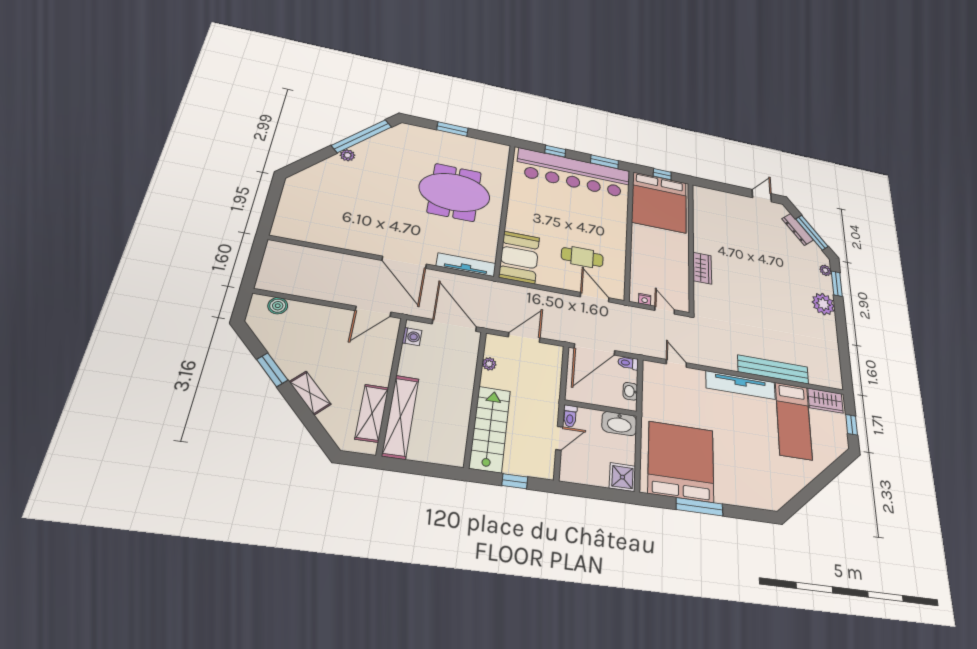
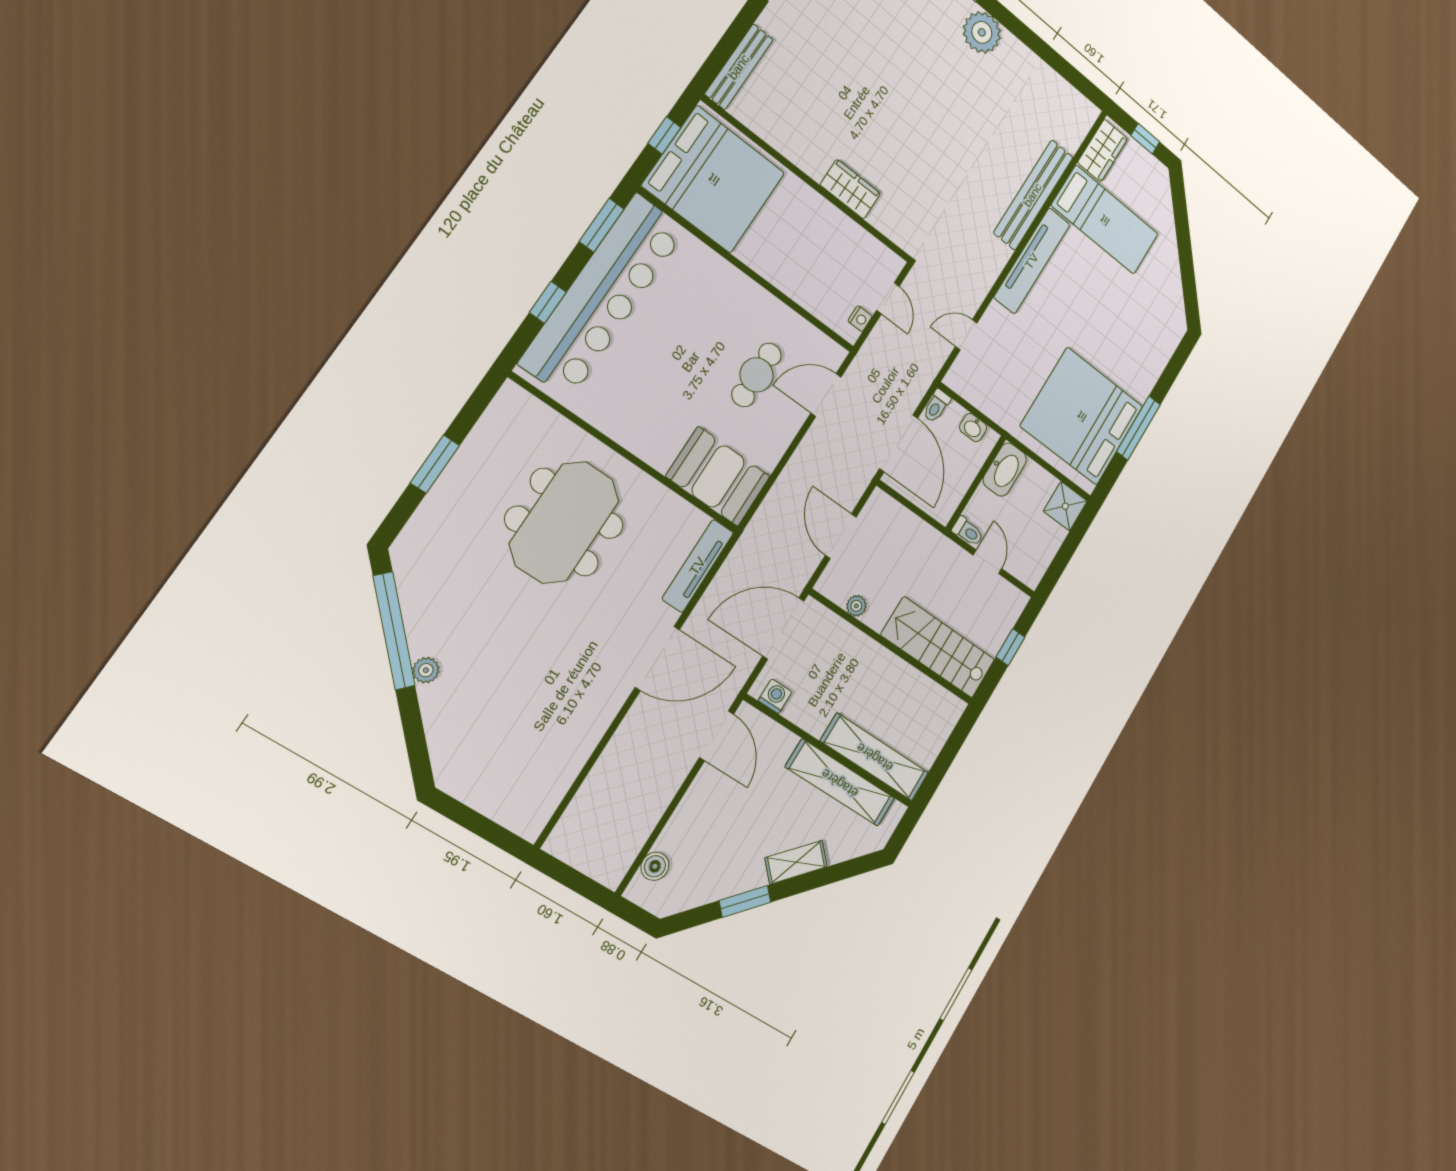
bench: (716, 195) -> (739, 67), added
door: (665, 310) -> (888, 298), swing flipped
shelving: (372, 413) -> (840, 783), width x1.47

